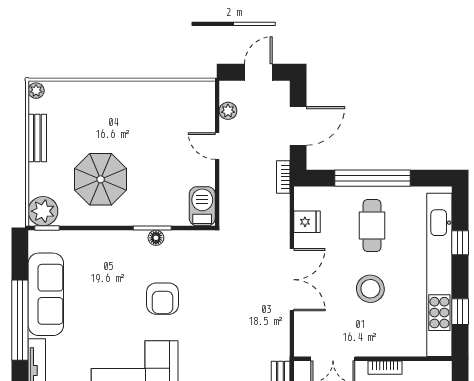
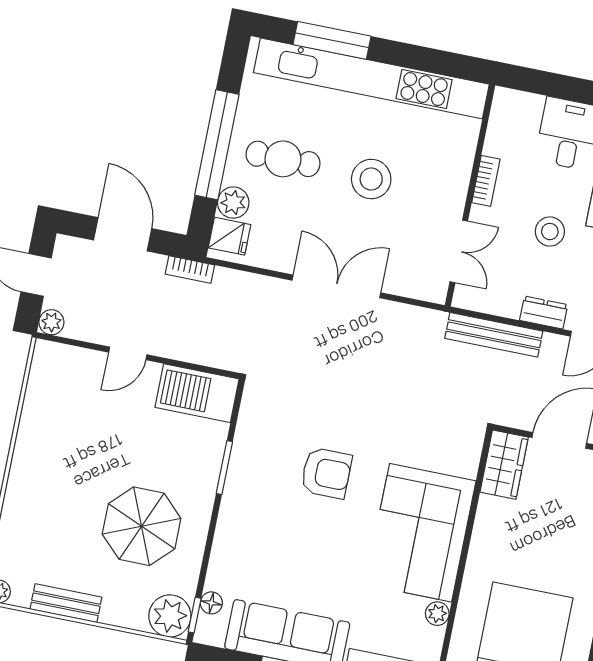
plant: (228, 111) -> (51, 322), moved
plant: (335, 197) -> (233, 203), added
barbecue: (202, 206) -> (197, 393), width x1.37, depth x1.21
fridge: (307, 222) -> (229, 236), moved, turned 90
floor lamp: (156, 238) -> (211, 603), moved
window: (460, 243) -> (332, 40), width x2.17
window: (460, 312) -> (428, 60), removed

